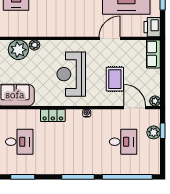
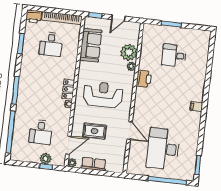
printer: (152, 27) -> (144, 79), moved, turned 90
row of seats: (153, 54) -> (94, 164), moved
locker: (53, 115) -> (68, 89), moved

